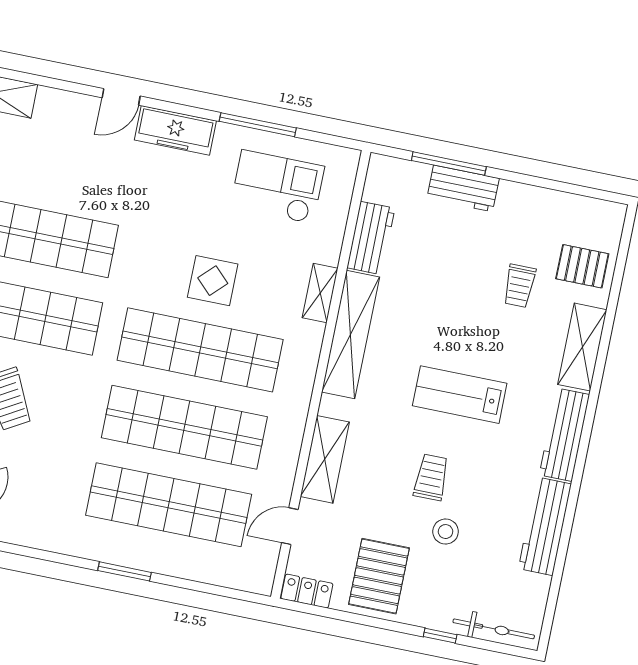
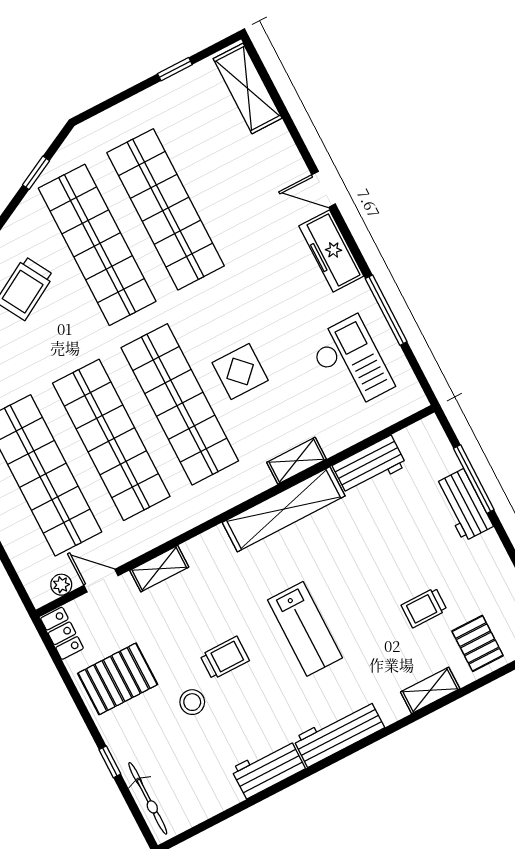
shelving: (582, 347) -> (430, 690), width x0.67, depth x0.75
lab bench: (460, 395) -> (305, 629), turned 180
shelving: (325, 459) -> (159, 569), width x0.67, depth x0.75
workbench: (545, 526) -> (268, 769), width x0.73
plant: (268, 560) -> (61, 585), added

